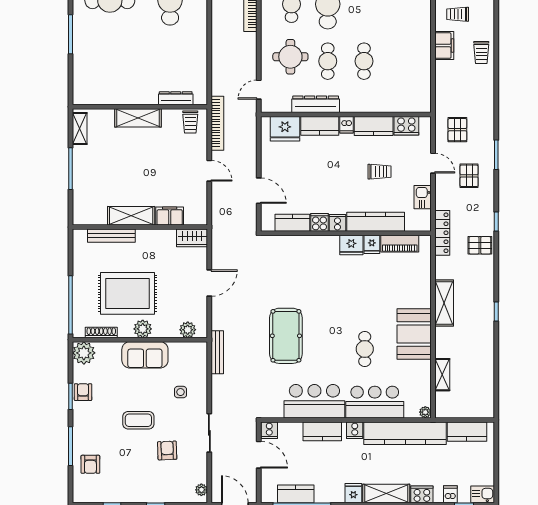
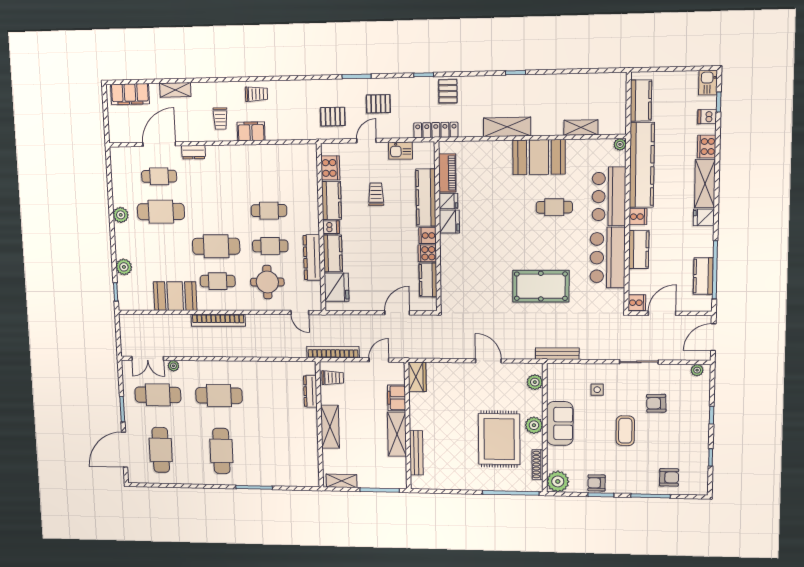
shelving: (131, 216) -> (397, 434), moved
filing cabinet: (170, 216) -> (397, 398), moved
wall: (140, 227) -> (408, 426), moved
bench: (111, 236) -> (416, 453), moved
wardrobe: (192, 238) -> (417, 377), moved

